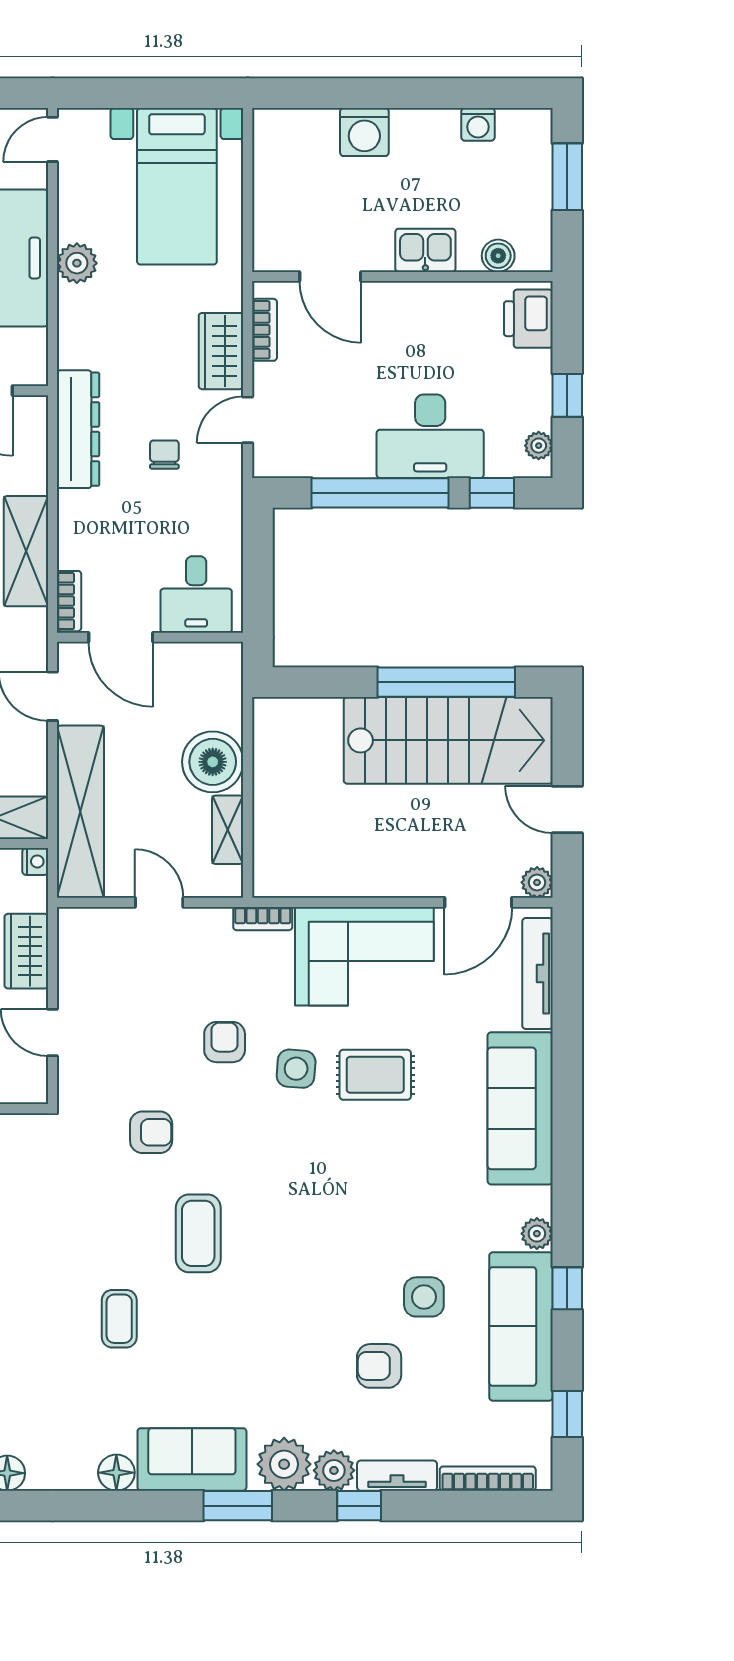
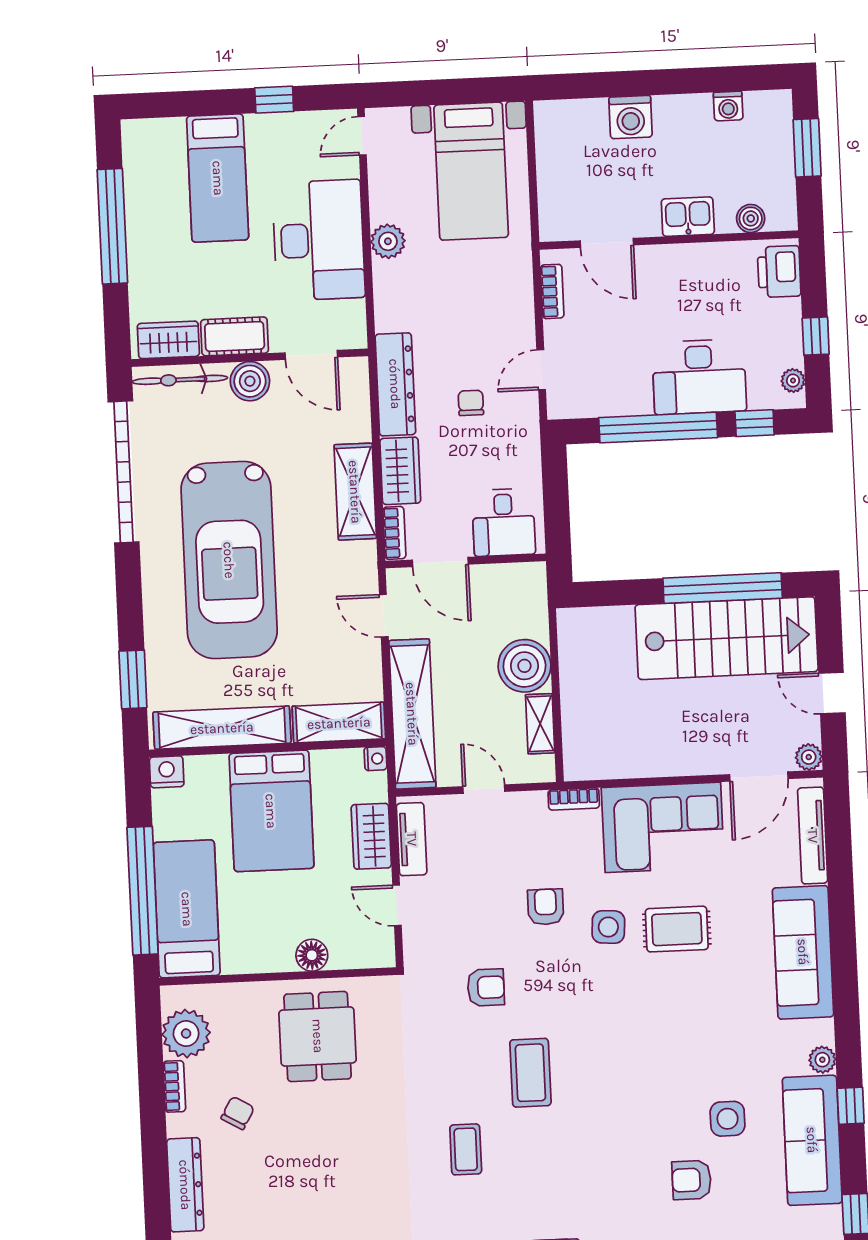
wardrobe: (221, 351) -> (400, 471), moved, turned 180
tv unit: (73, 957) -> (412, 839), added

